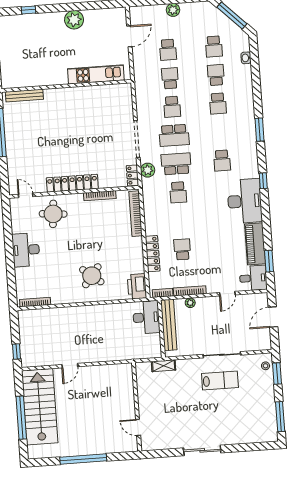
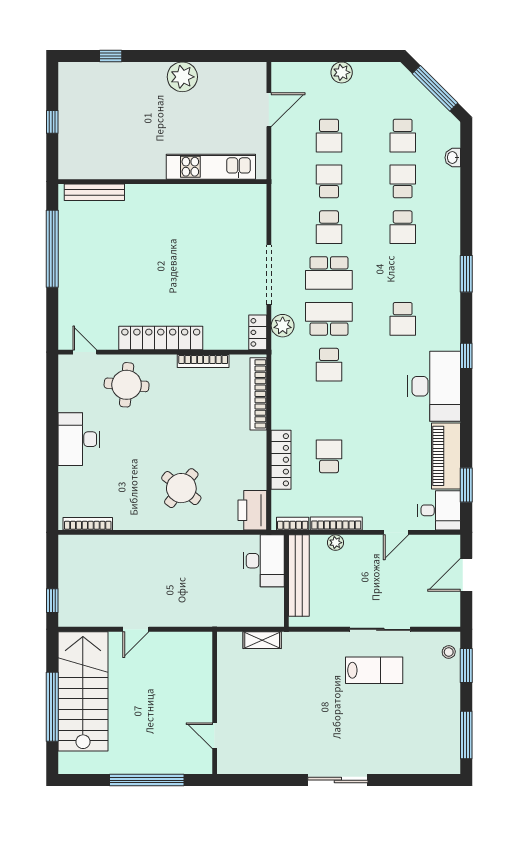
shelving: (164, 366) -> (262, 640), moved
wall: (137, 407) -> (215, 703), moved
door: (138, 427) -> (215, 736), moved

